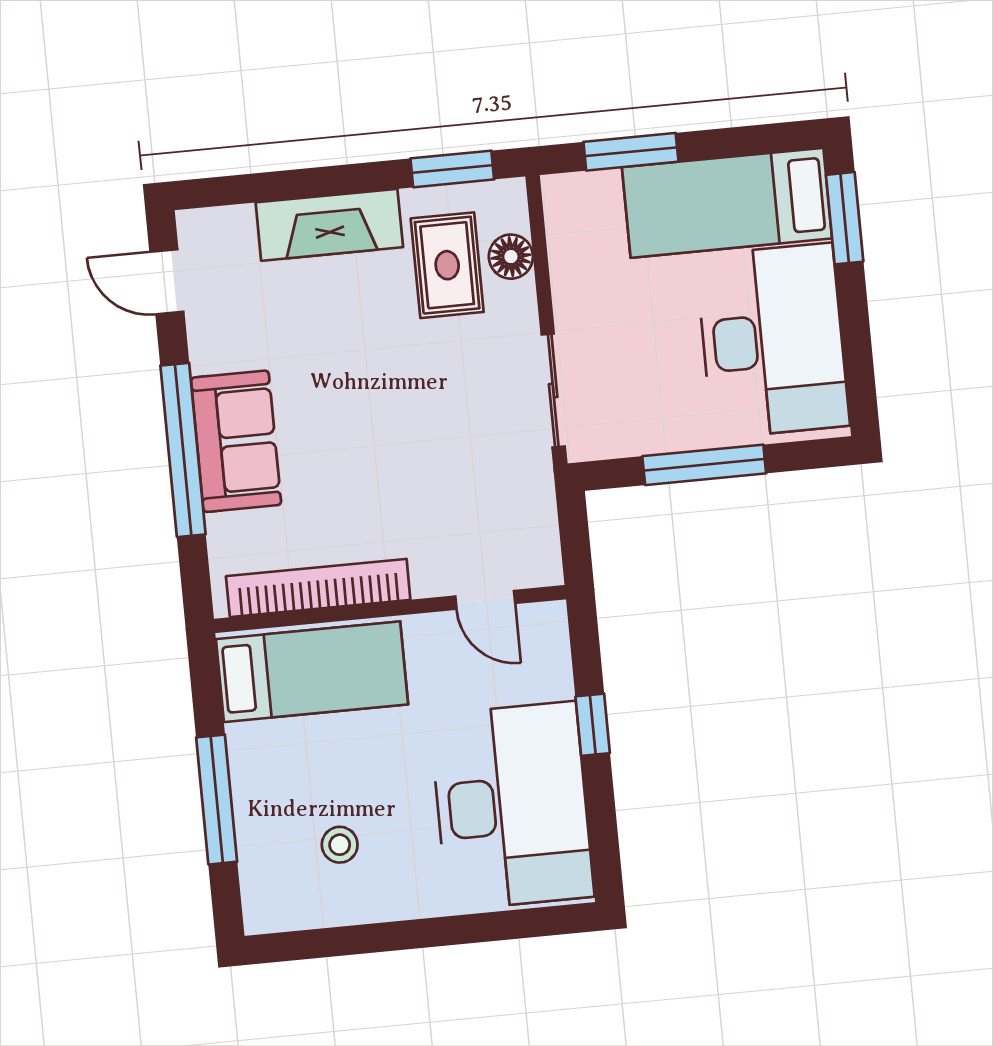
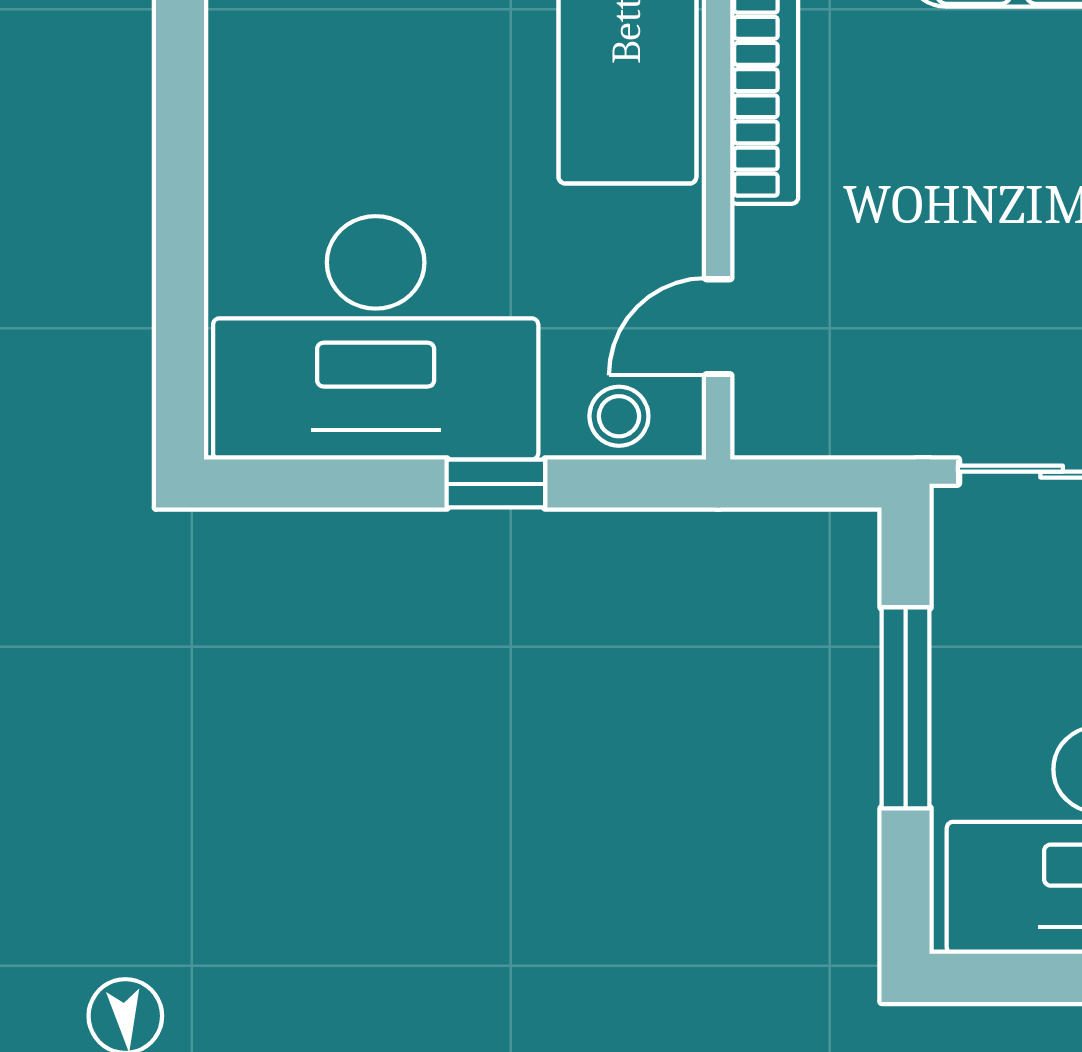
stool: (340, 845) -> (619, 416), moved

